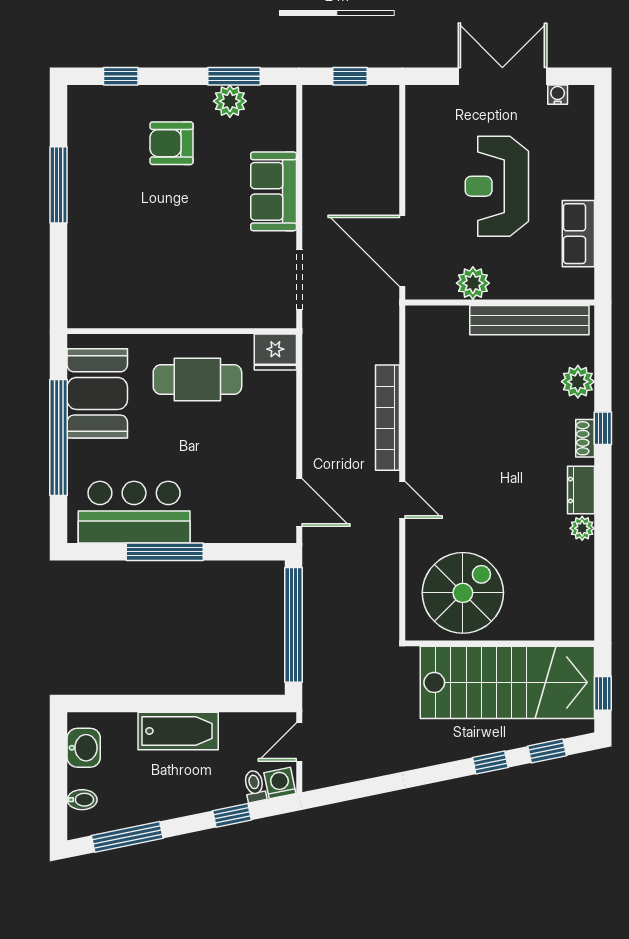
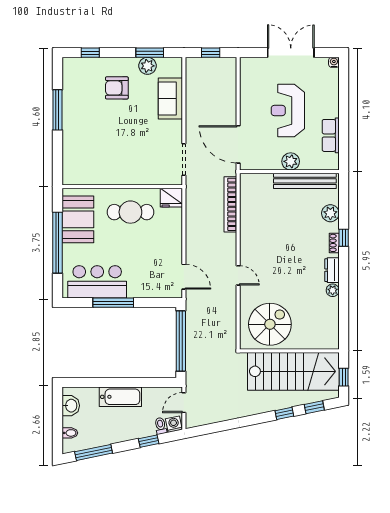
water cooler: (558, 95) -> (334, 62), moved
sofa: (274, 191) -> (170, 99), moved
plant: (473, 283) -> (291, 161), moved
bookcase: (388, 418) -> (230, 204), moved

